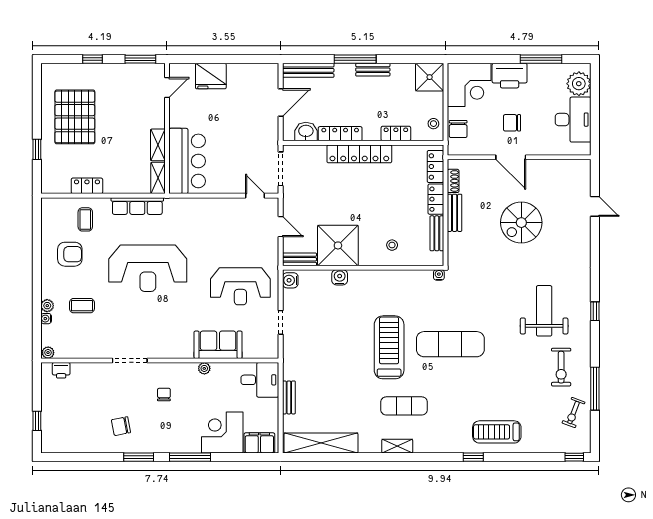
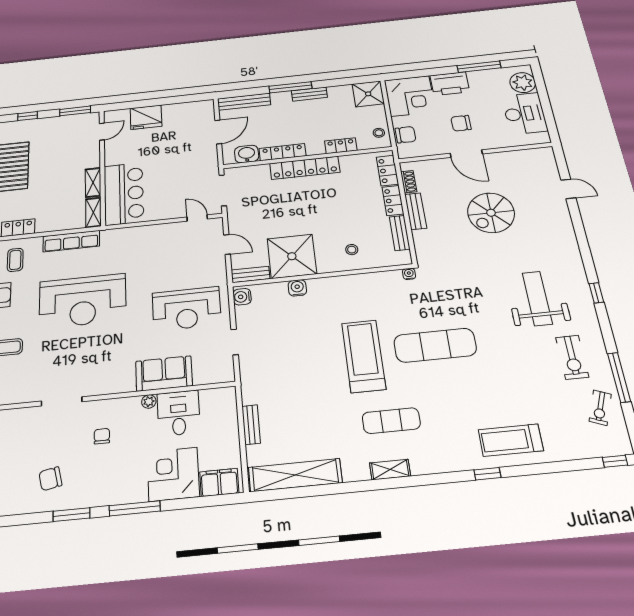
chair: (458, 129) -> (406, 135), turned -90
desk: (260, 380) -> (179, 413), moved, turned -90

